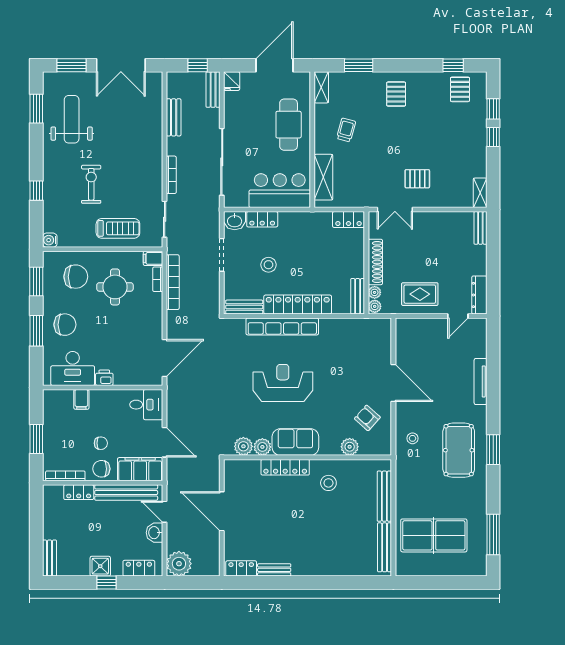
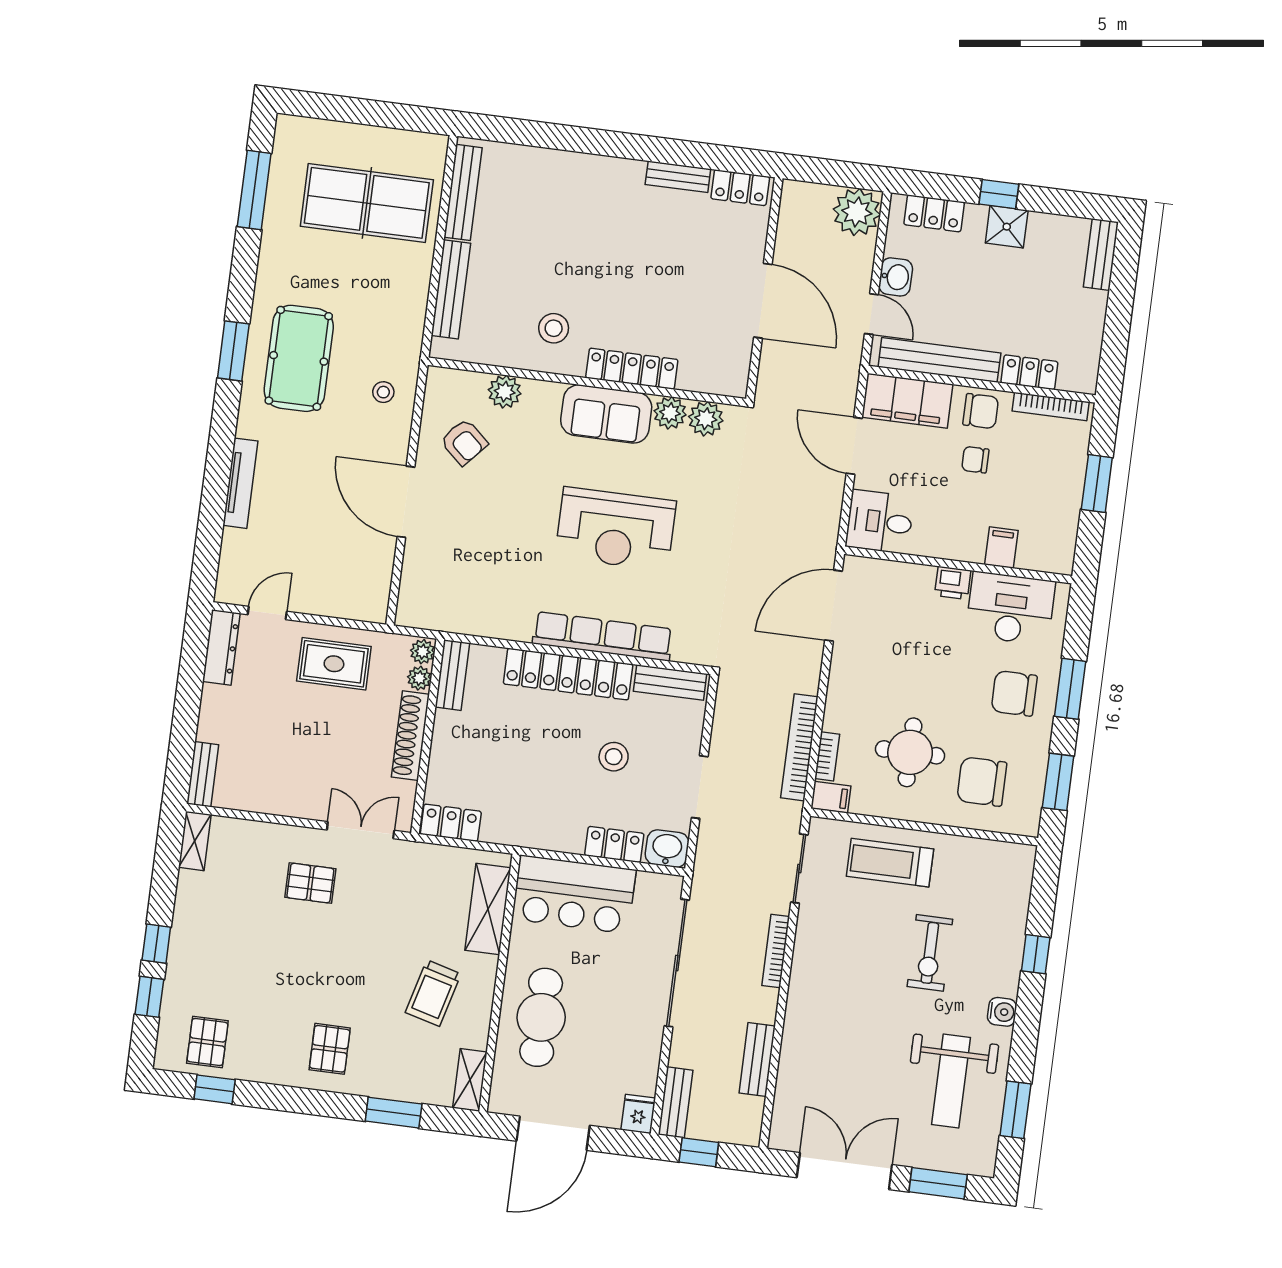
trolley: (346, 130) -> (433, 993), width x1.36, depth x1.39
water cooler: (50, 240) -> (1002, 1012), moved

